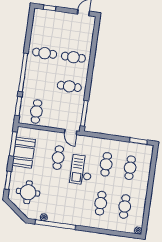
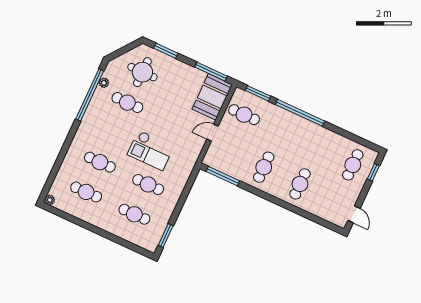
cafe table: (45, 53) -> (353, 165), moved
door: (71, 132) -> (213, 133), moved
booth: (24, 153) -> (212, 97), moved, turned 90
cafe table: (58, 158) -> (127, 103), moved
checkout: (81, 170) -> (151, 150), turned 180

